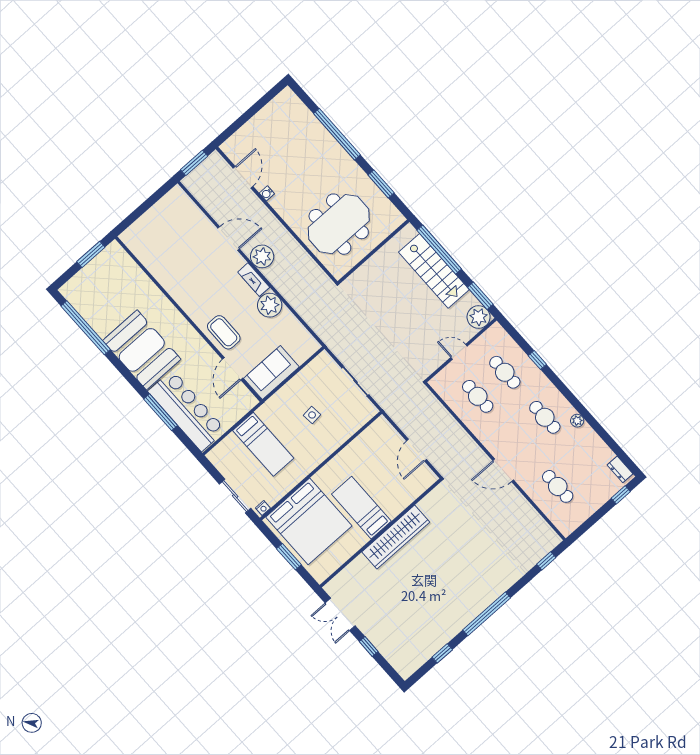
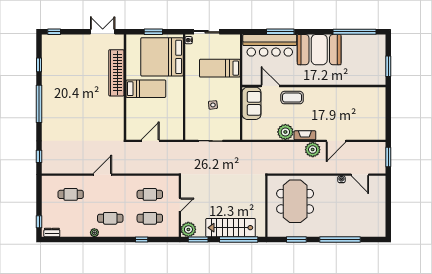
door: (417, 450) -> (150, 141), hinge flipped
wardrobe: (396, 537) -> (116, 73), moved
window: (369, 646) -> (54, 32), moved

